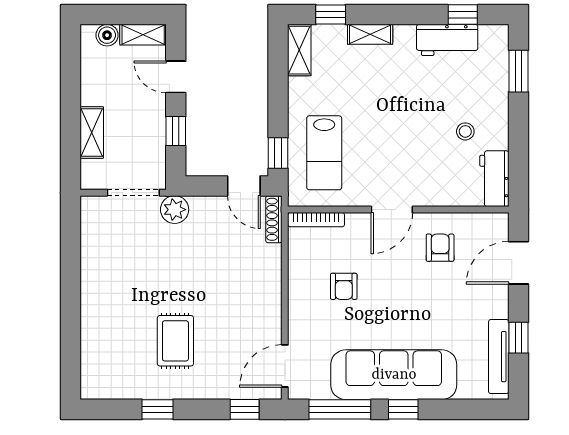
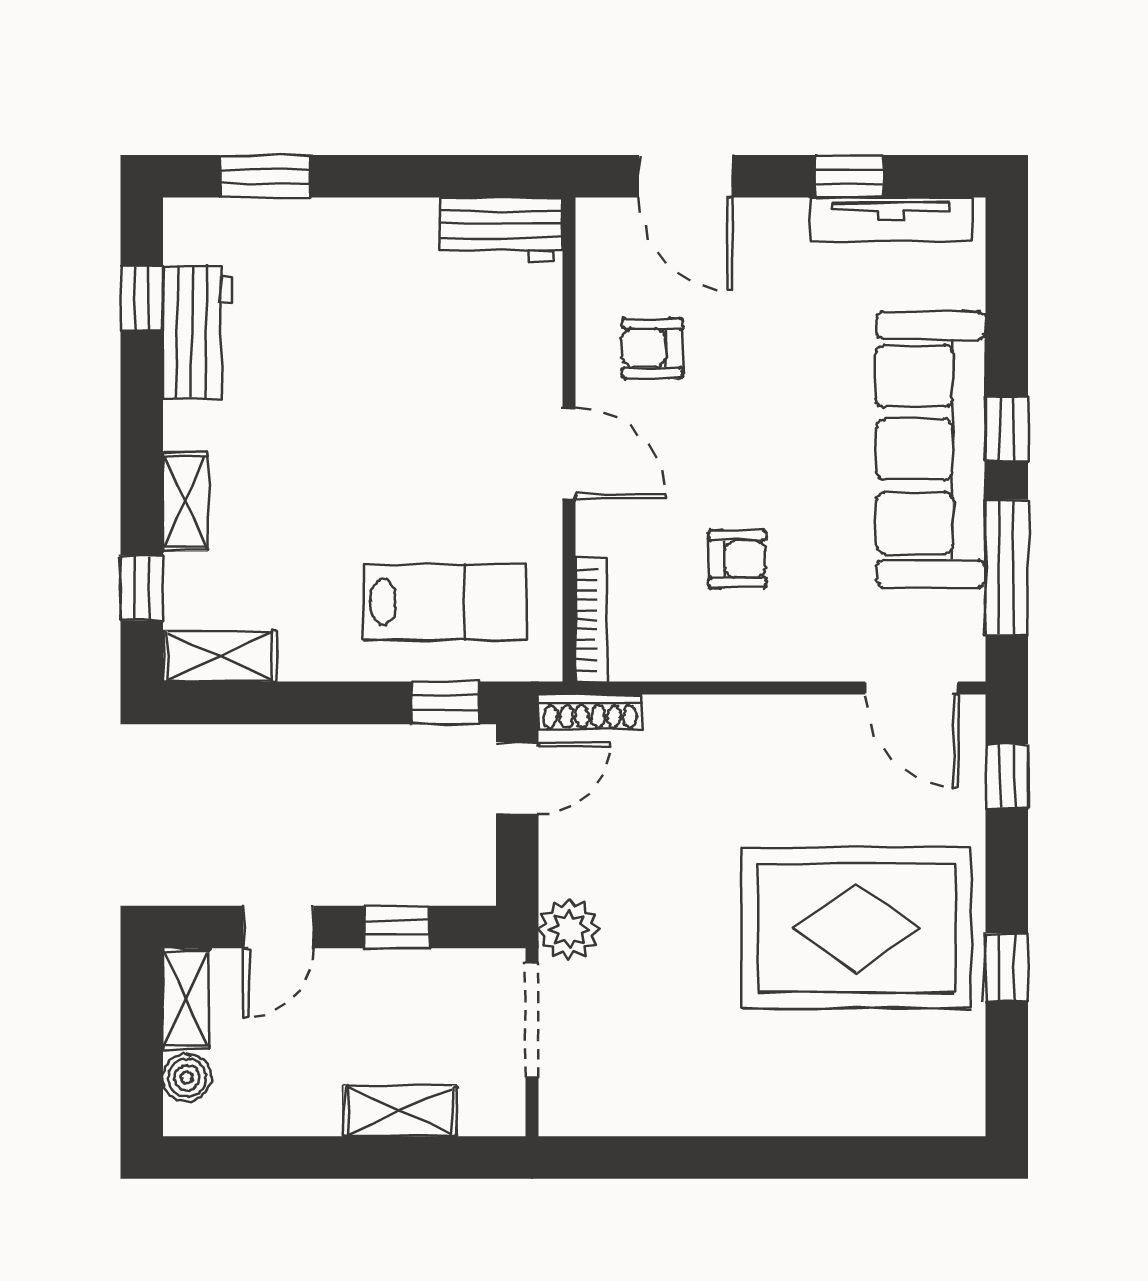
stool: (465, 131) -> (398, 293), removed
rug: (175, 341) -> (856, 928), width x1.86, depth x2.06

